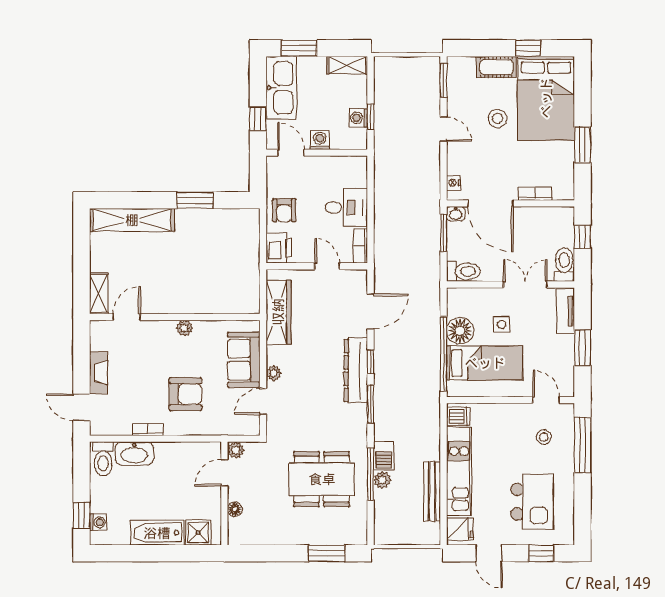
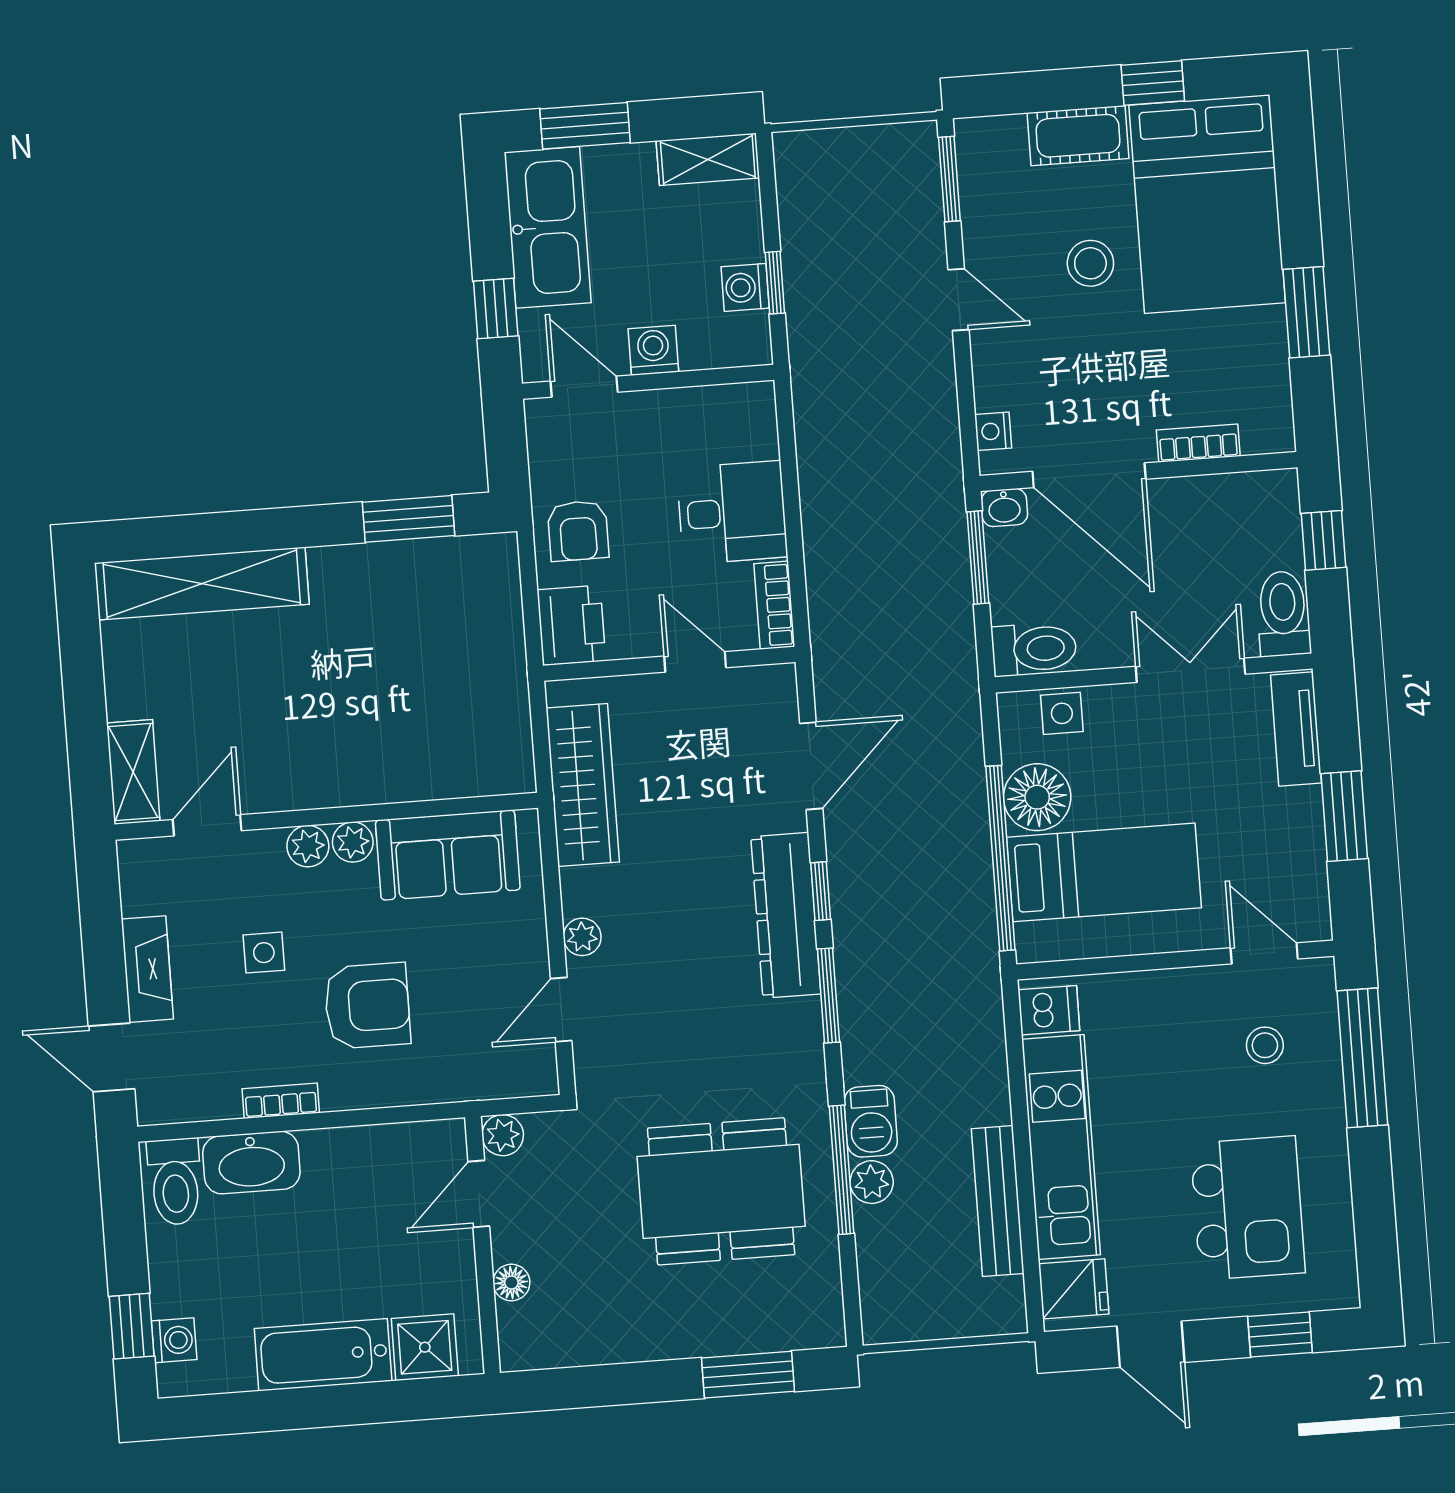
window: (195, 200) -> (409, 519), moved
side table: (502, 324) -> (1062, 713), moved
plant: (166, 328) -> (308, 846), added
sofa: (244, 360) -> (448, 855), moved, turned -90
side table: (146, 370) -> (264, 953), added

